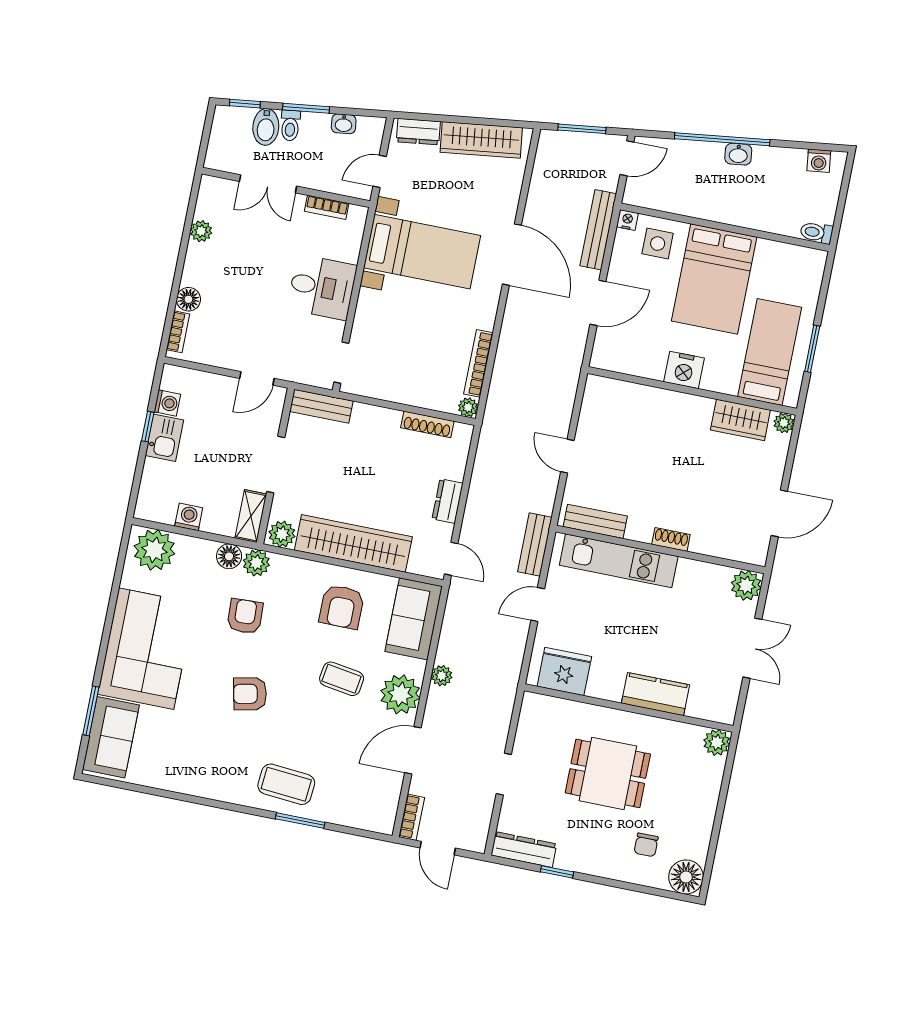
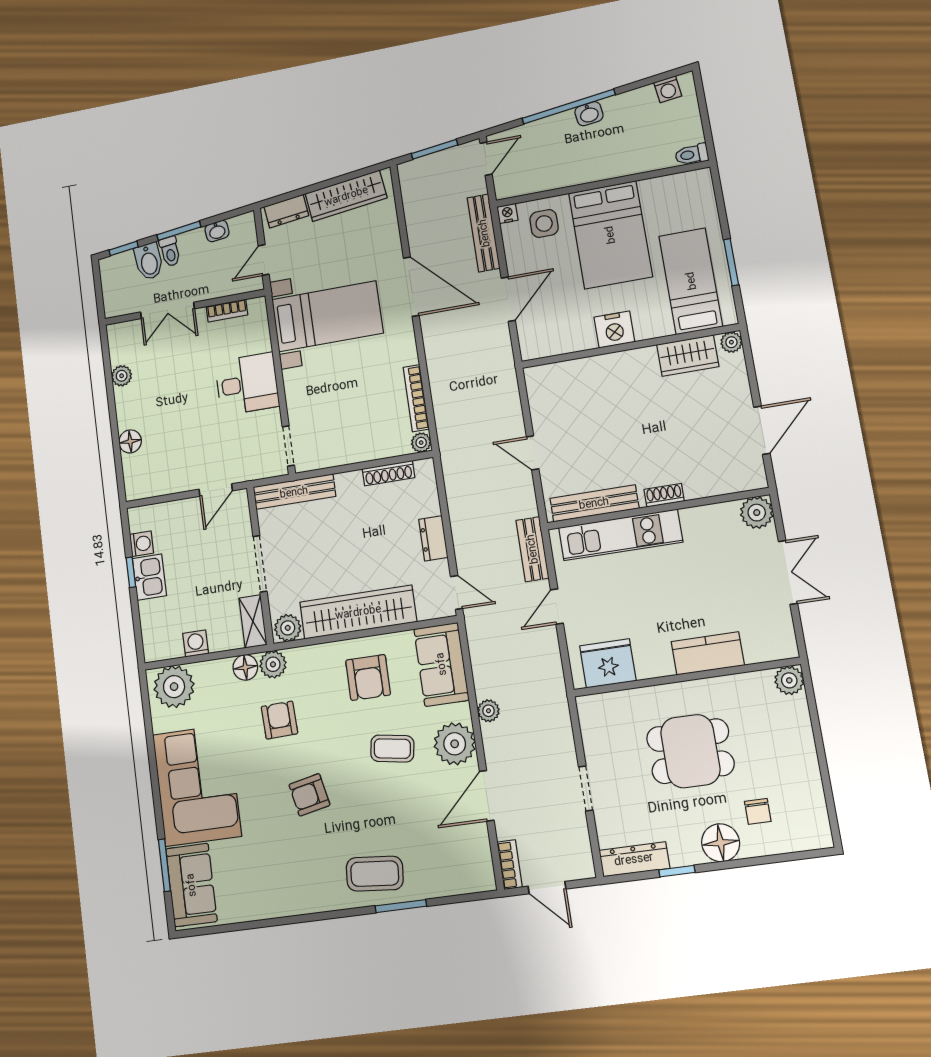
bookcase: (178, 332) -> (130, 475), removed
bench: (321, 406) -> (294, 492), width x1.36
bench: (595, 521) -> (594, 503), width x1.36
floor lamp: (686, 877) -> (721, 843), moved

